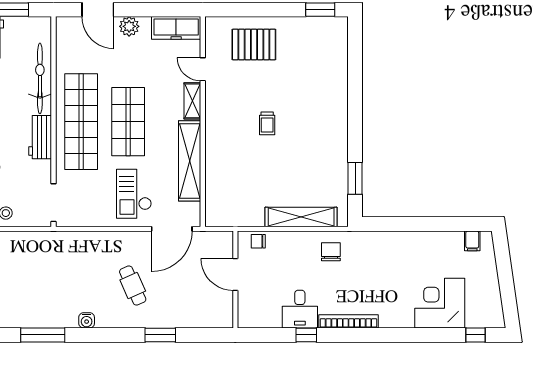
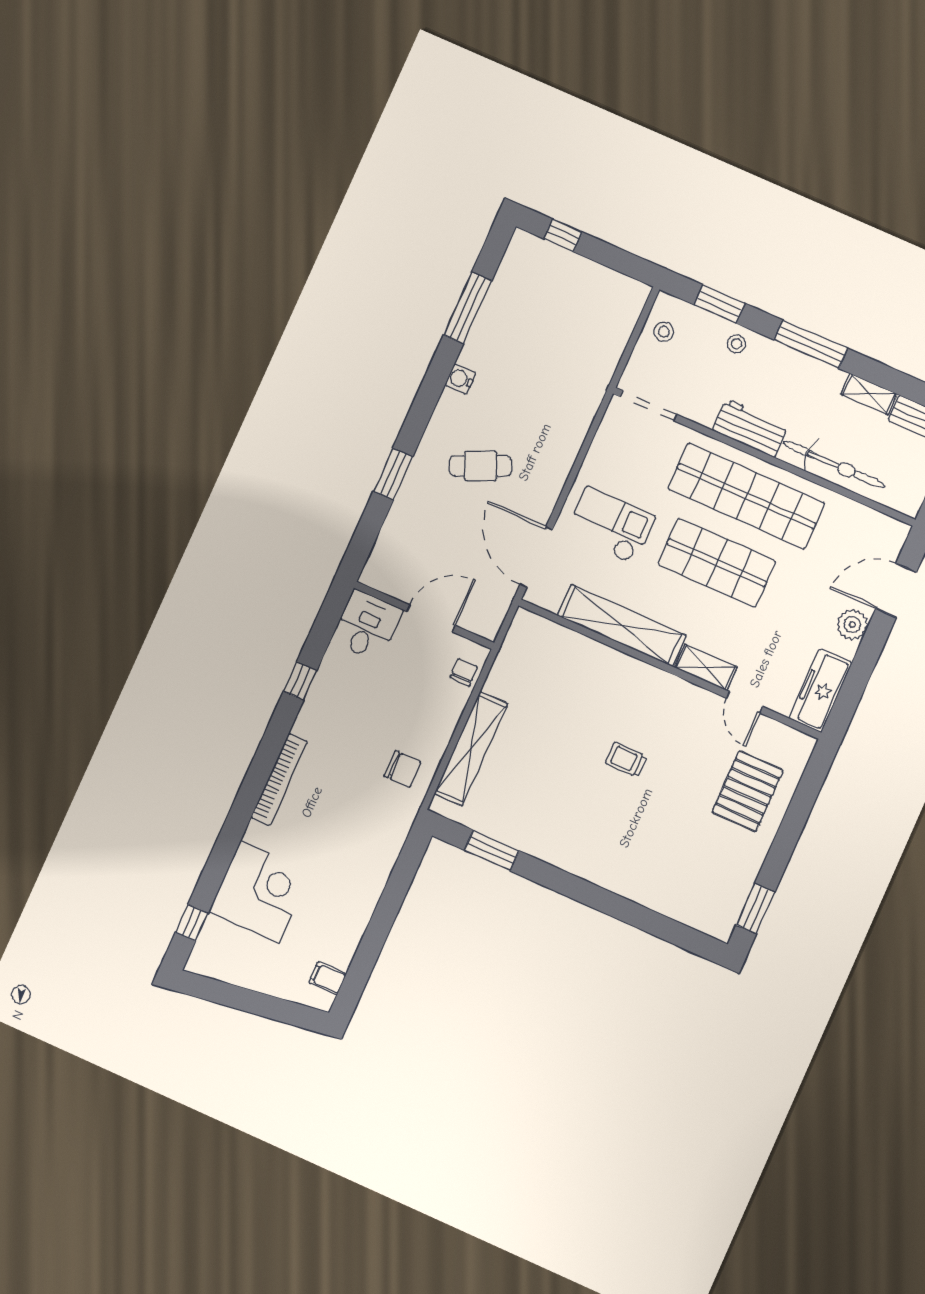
door: (203, 69) -> (744, 702), swing flipped
desk: (300, 309) -> (367, 626), moved, turned 90
bookcase: (348, 321) -> (279, 780), moved

